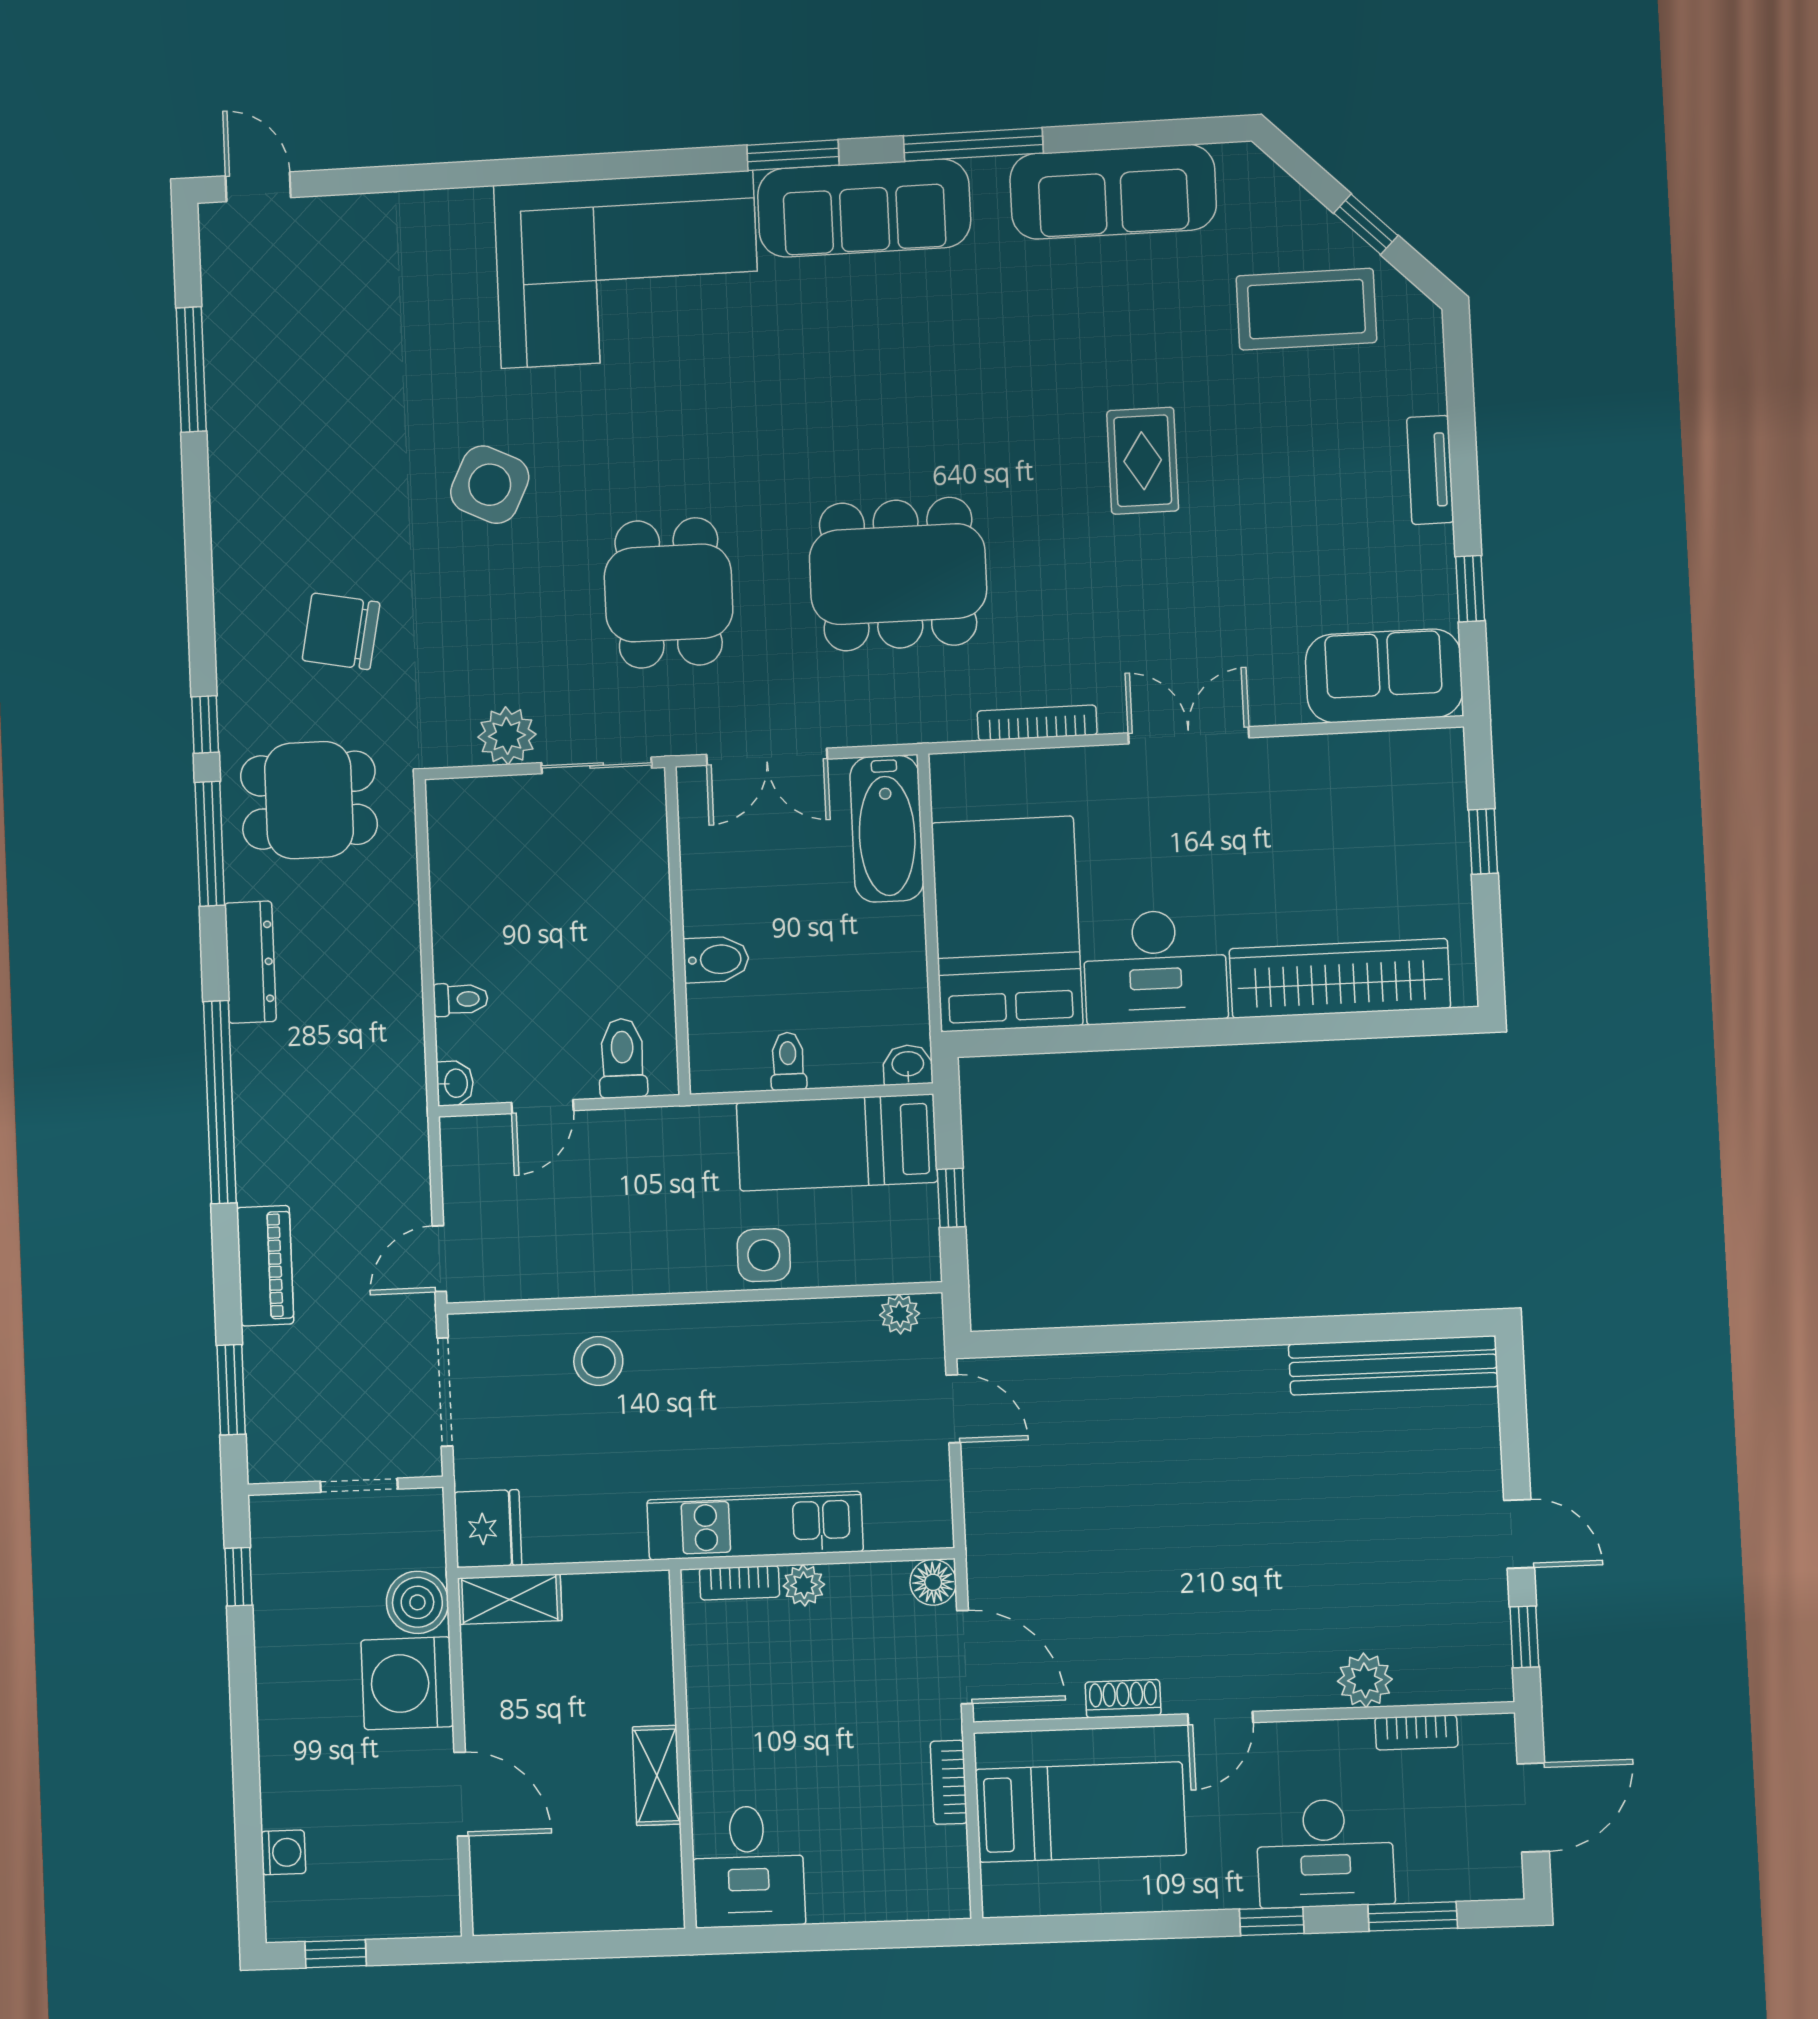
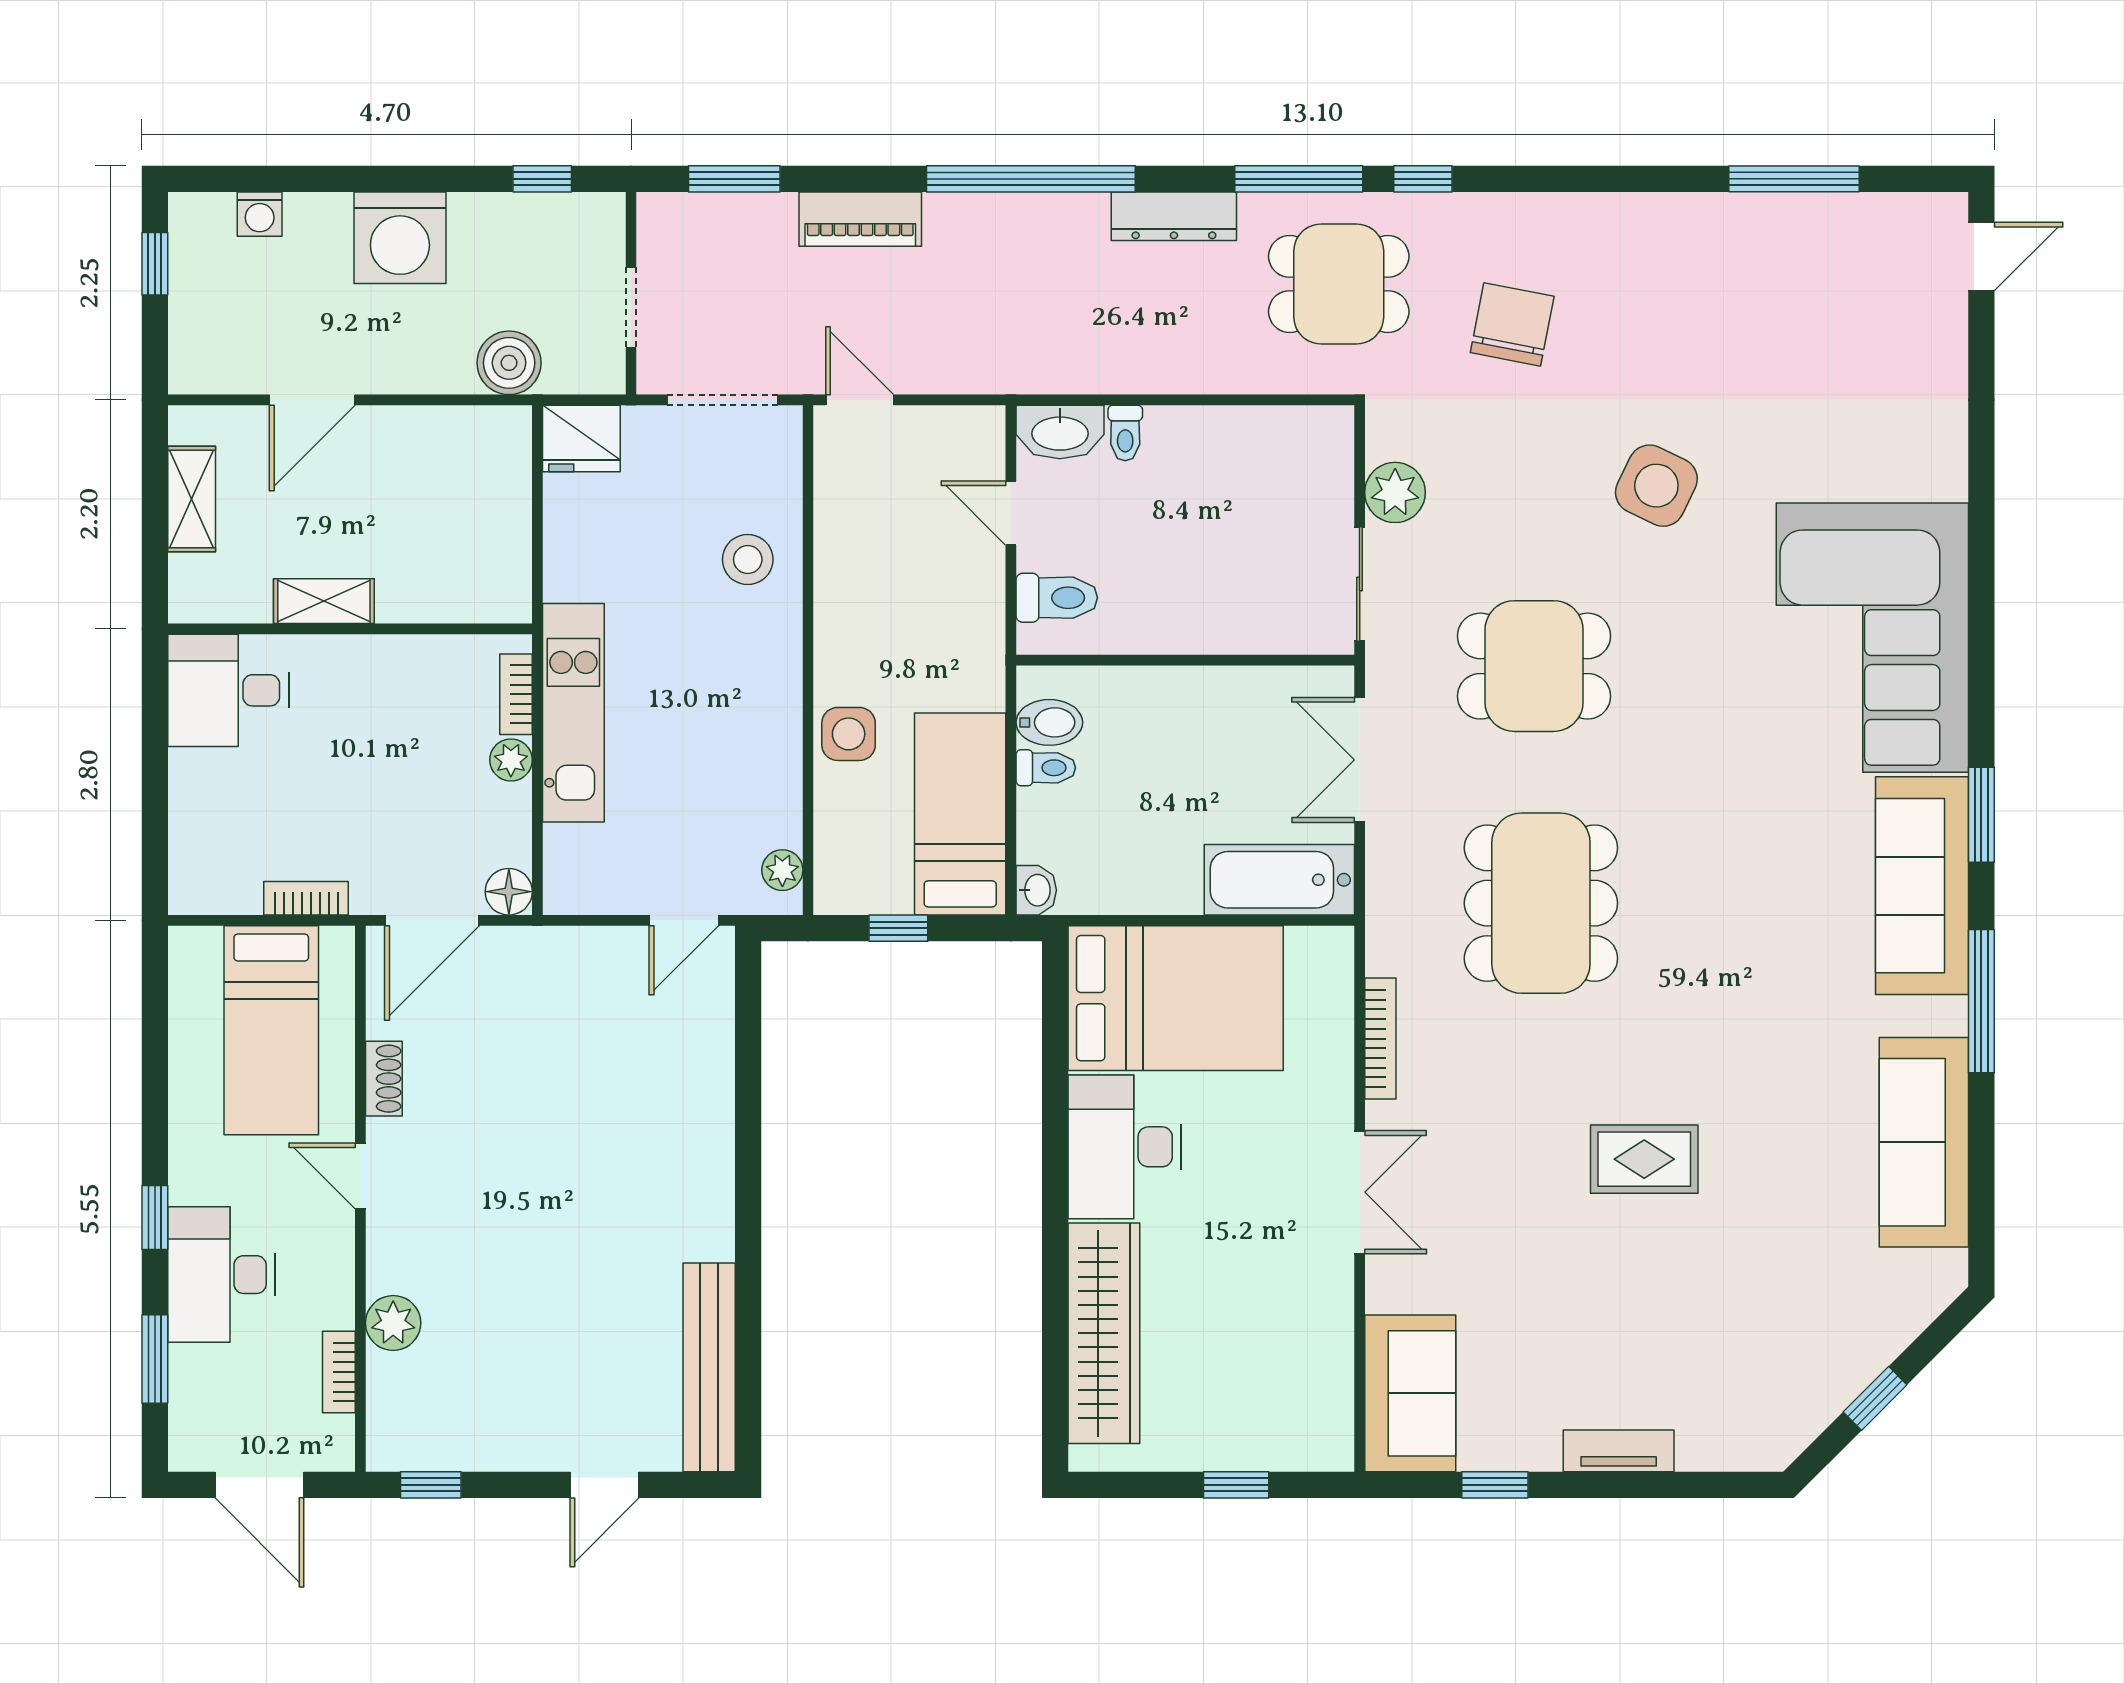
coffee table: (1306, 309) -> (1791, 1334), removed
dining table: (309, 800) -> (1339, 284), turned 90
bidet: (716, 959) -> (1049, 722), moved, turned -90
washbasin: (455, 1083) -> (1060, 432), width x1.91, depth x1.45
door: (1519, 1534) -> (605, 1485), moved
shelving: (510, 1599) -> (192, 499), moved
washing machine: (407, 1683) -> (400, 238), moved, turned 180

